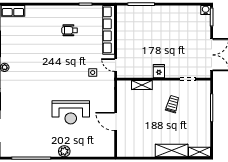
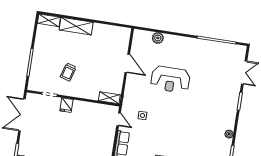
fridge: (159, 71) -> (66, 105), moved
shelving: (142, 85) -> (109, 98), moved
reception desk: (71, 112) -> (170, 79), turned 180
plant: (64, 151) -> (158, 38), moved

